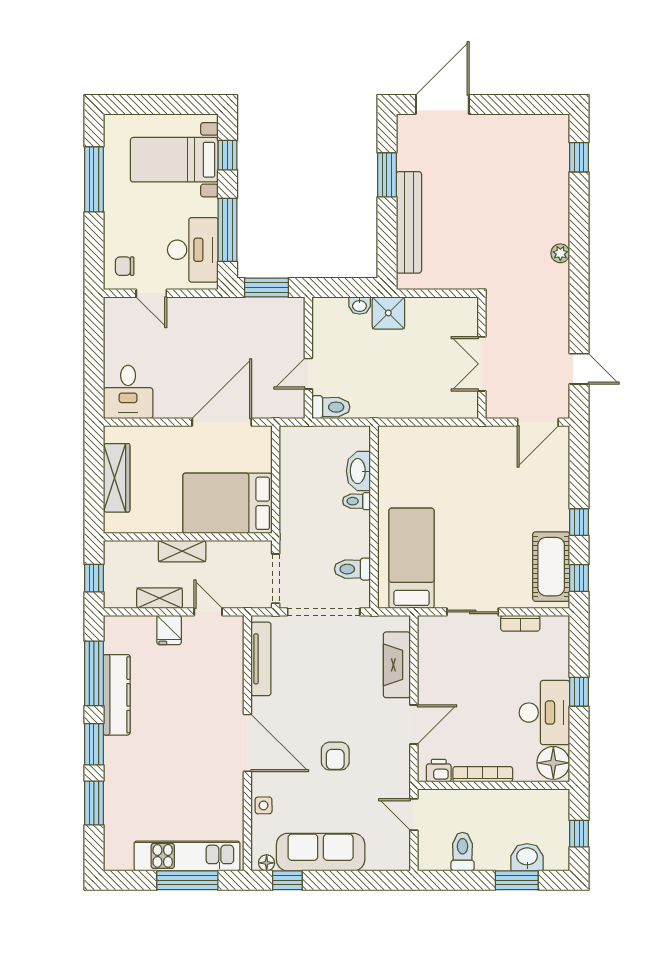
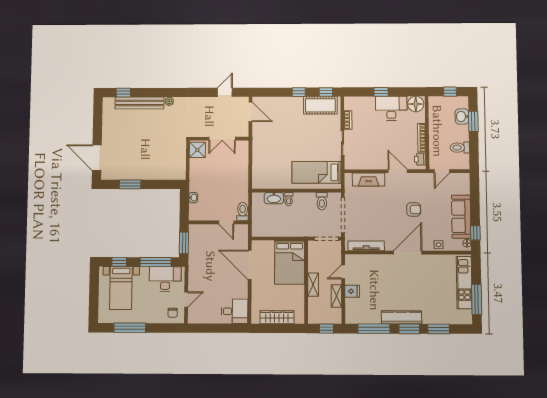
bench: (409, 222) -> (139, 103), moved
shower: (388, 313) -> (197, 150), moved
kitchen counter: (117, 695) -> (401, 317), moved
window: (187, 880) -> (477, 299), moved

